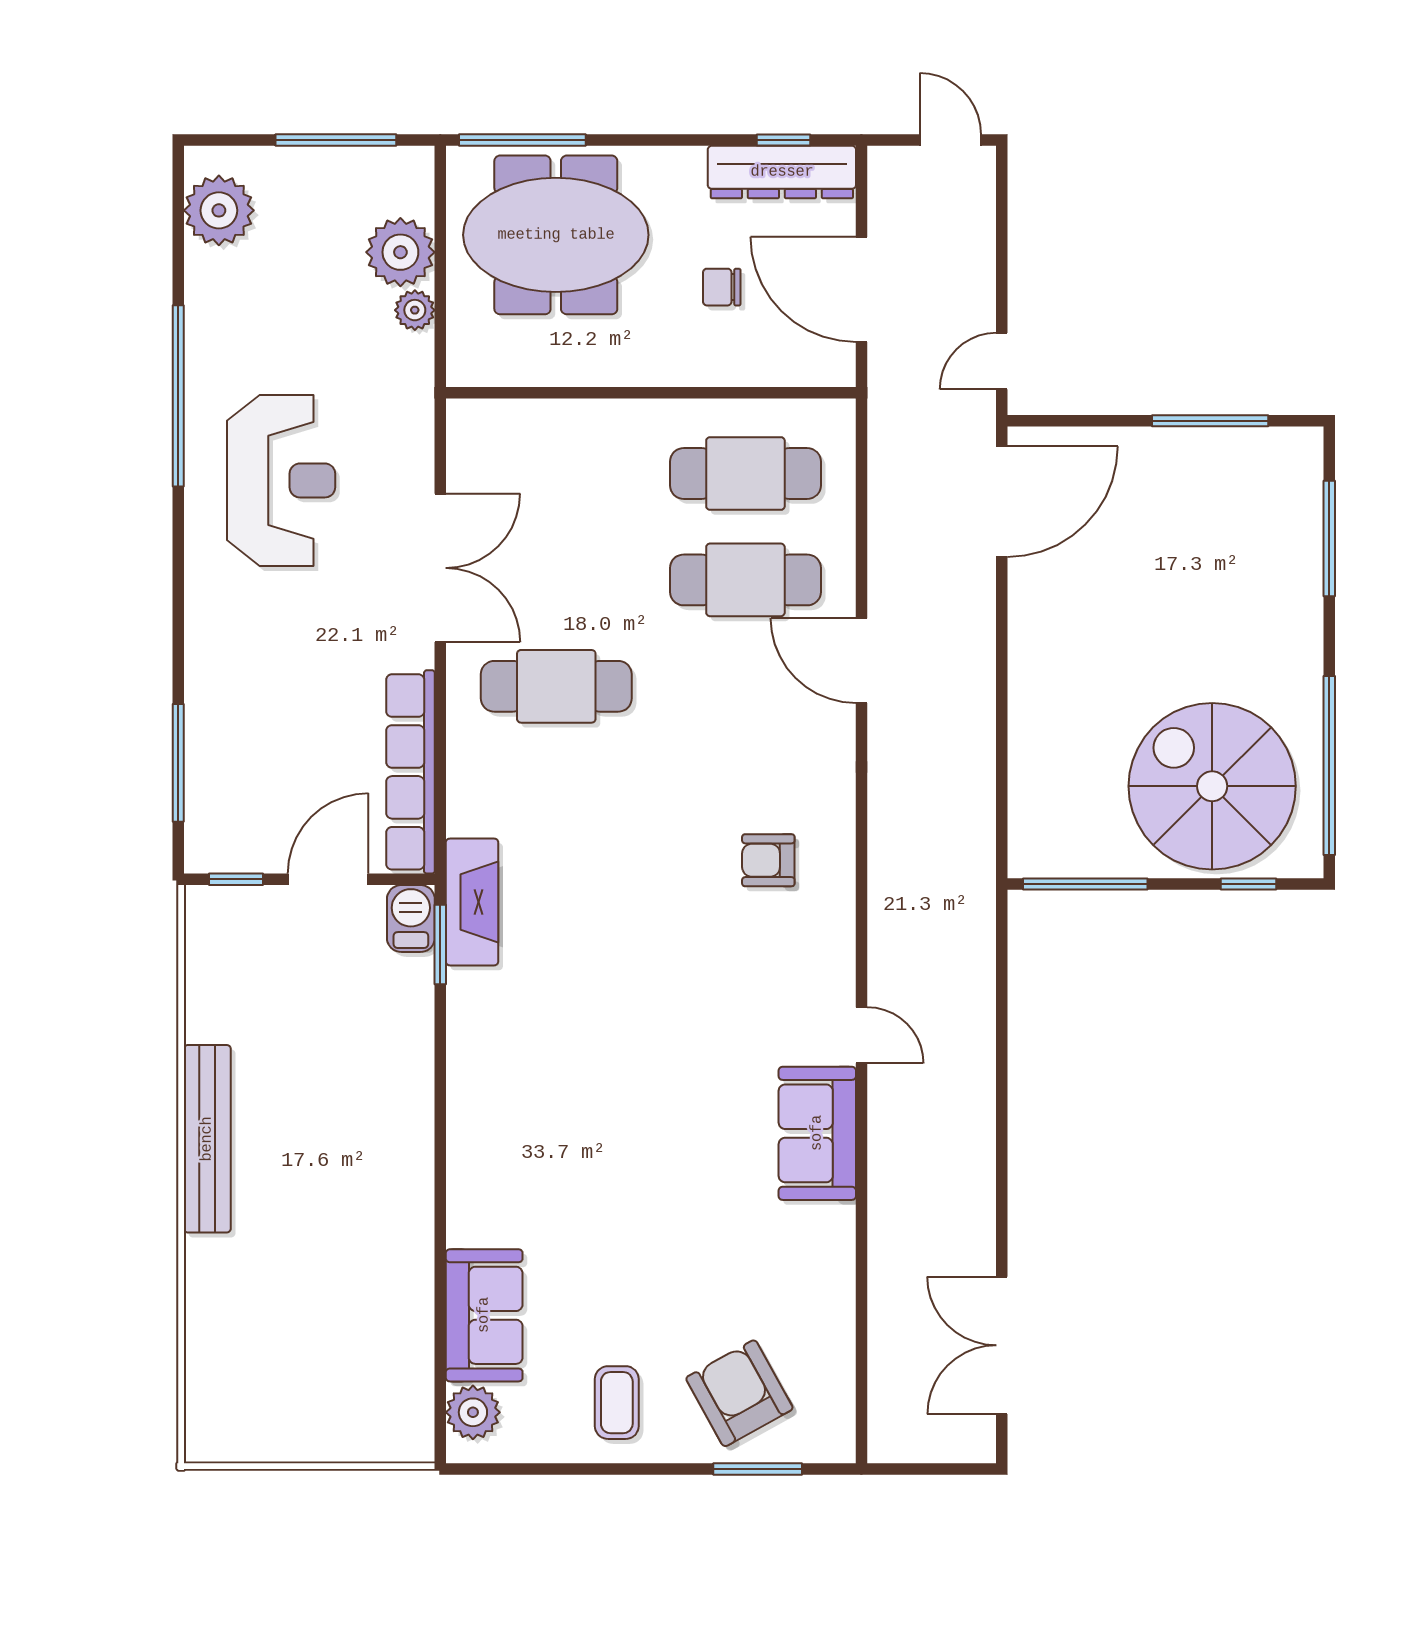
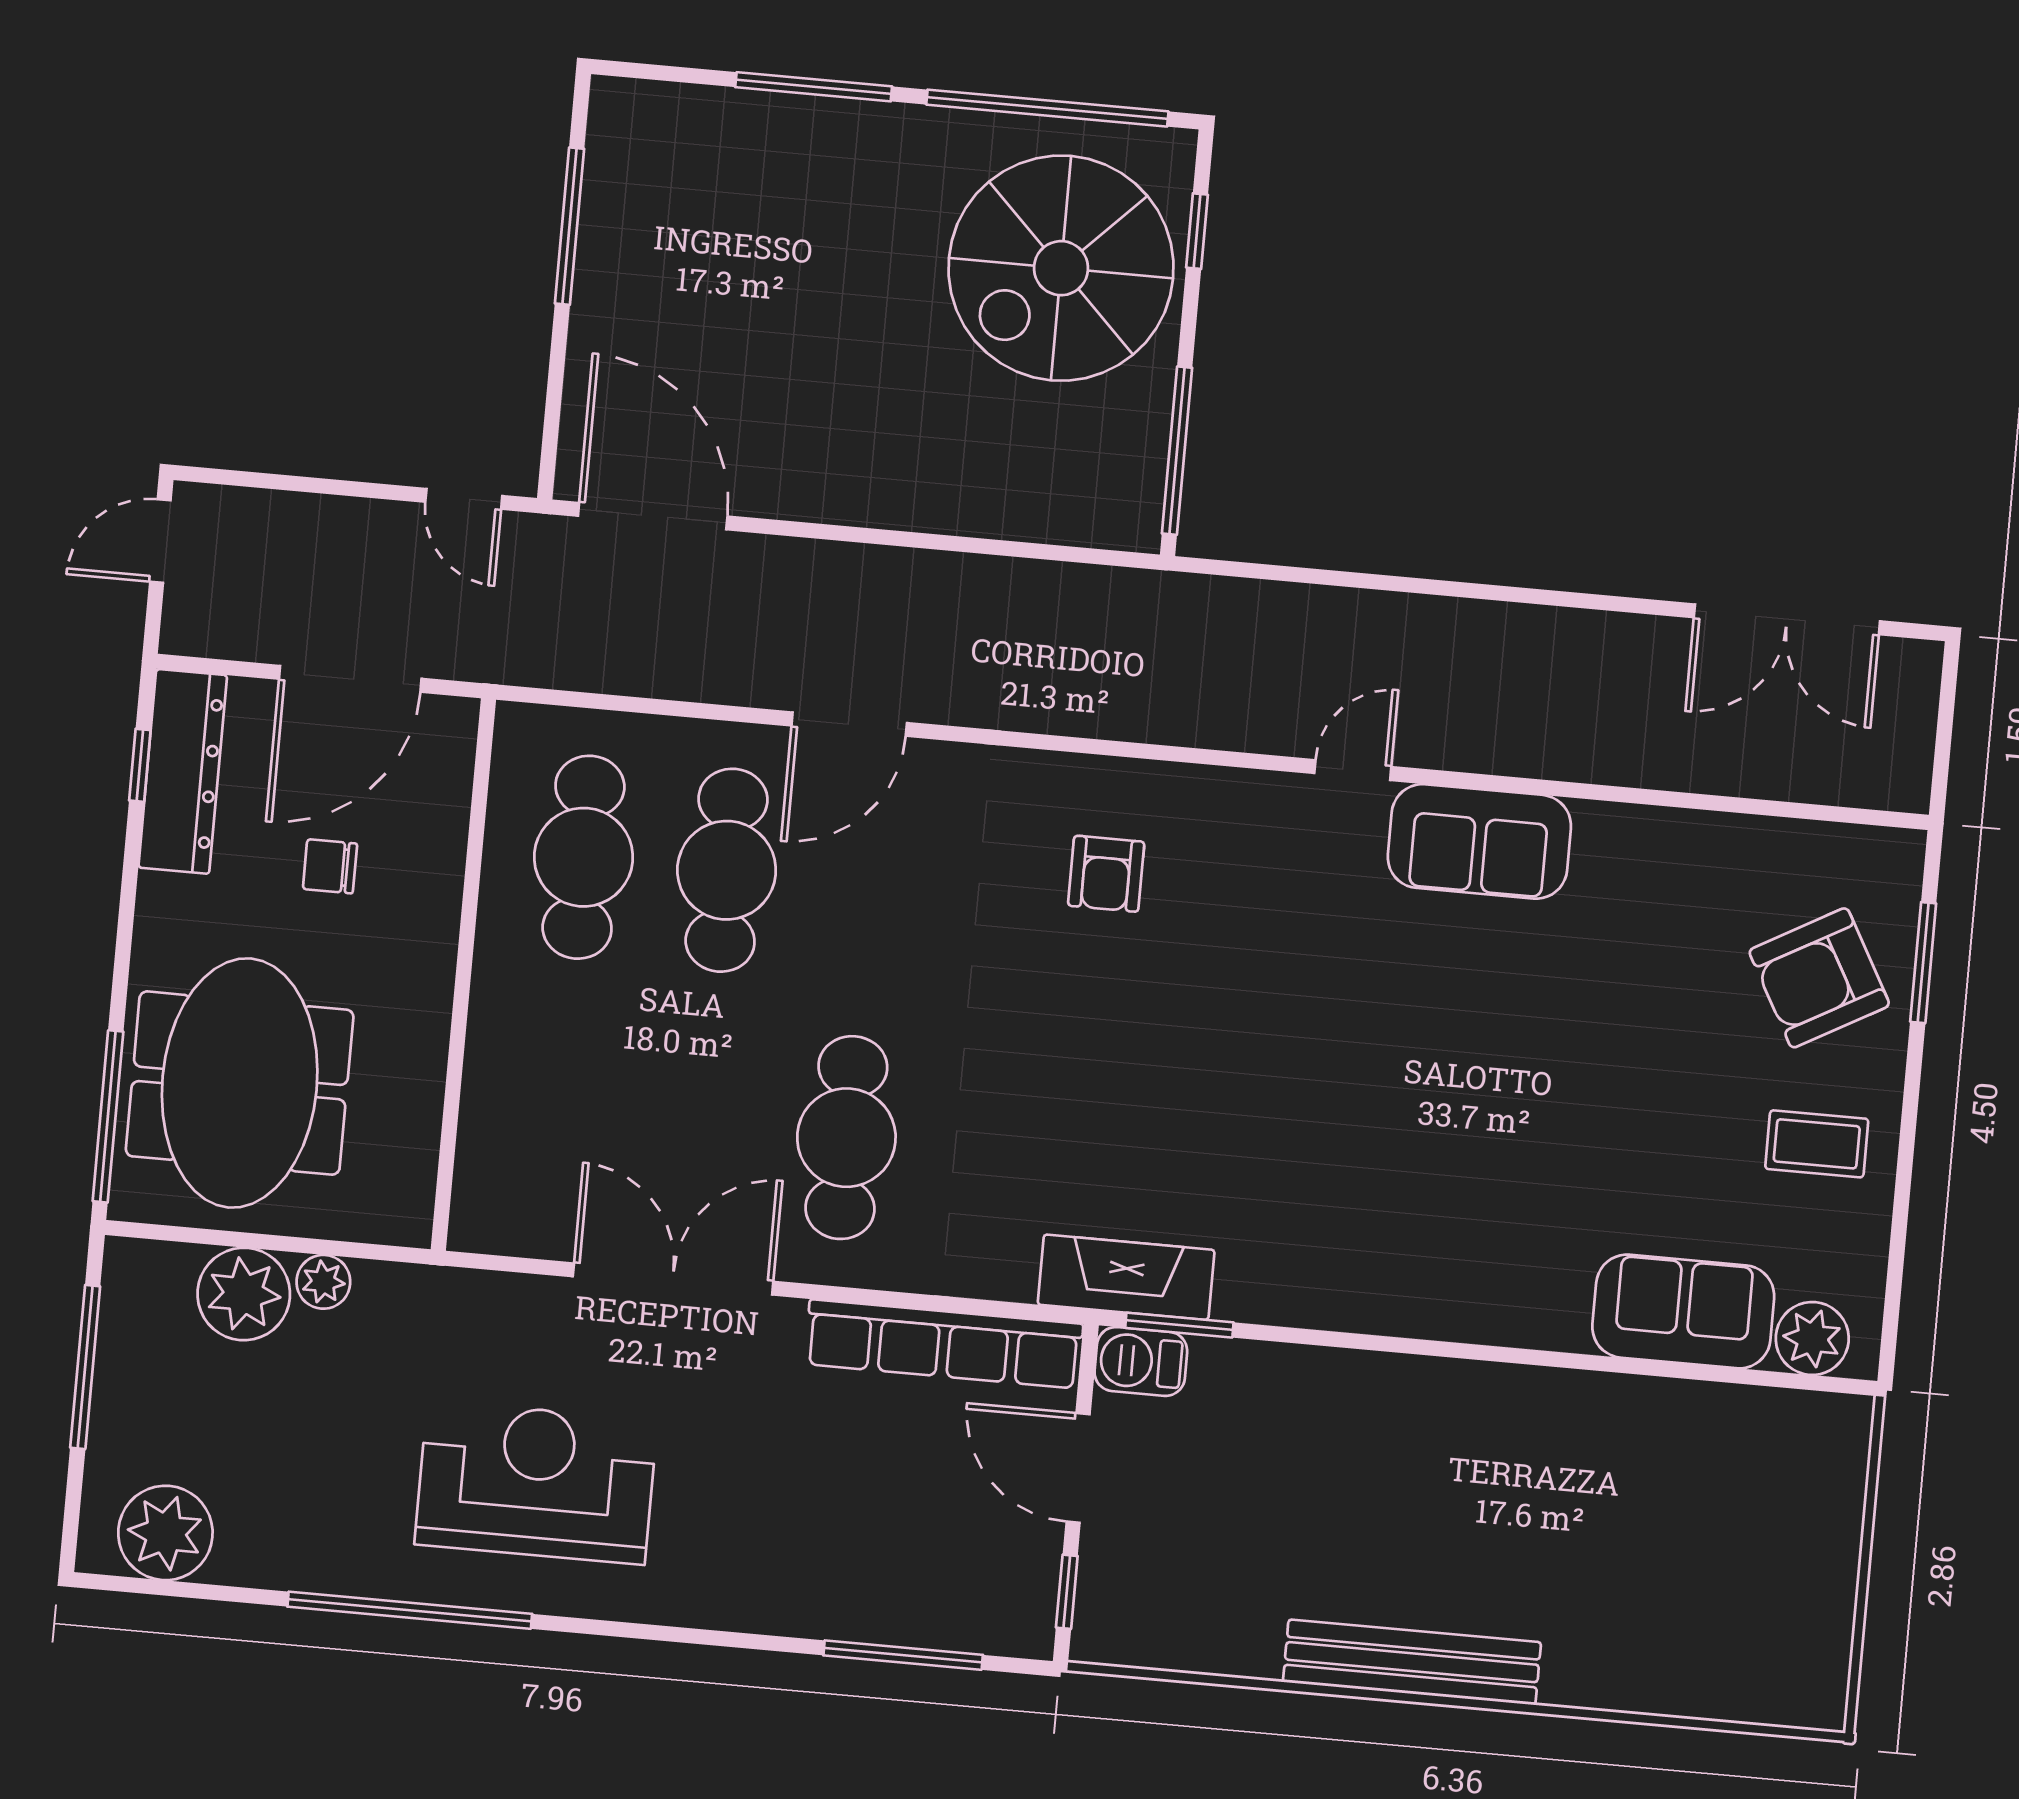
chair: (722, 287) -> (330, 866), turned 90
window: (1329, 538) -> (814, 87), moved

